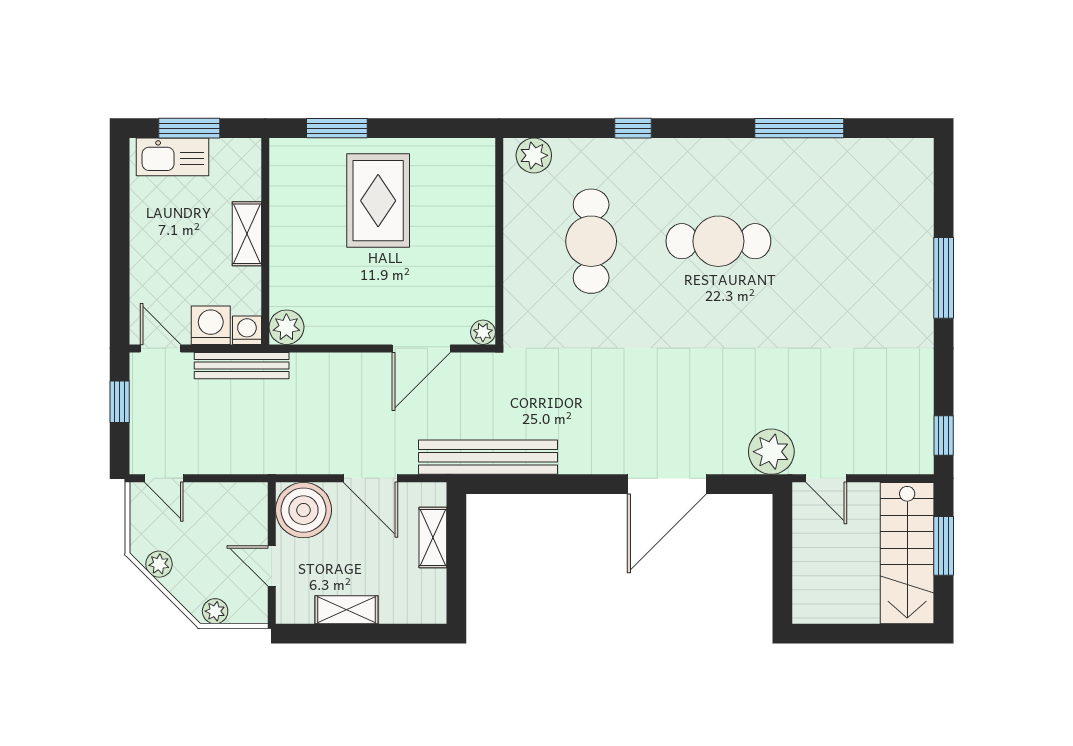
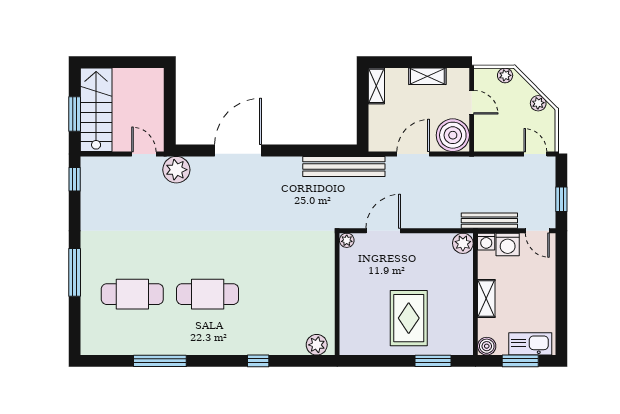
boiler: (246, 153) -> (487, 346), added
cafe table: (591, 241) -> (132, 294), moved, turned 90
door: (370, 478) -> (413, 154), hinge flipped
shelving: (433, 537) -> (376, 86), moved

